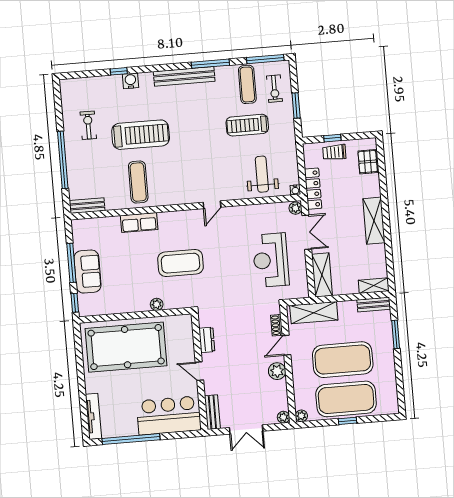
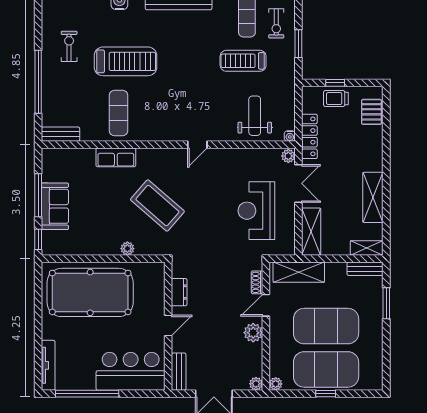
shelving: (374, 221) -> (373, 197), moved
coffee table: (180, 263) -> (157, 206), turned 41
door: (199, 371) -> (168, 326), swing flipped

